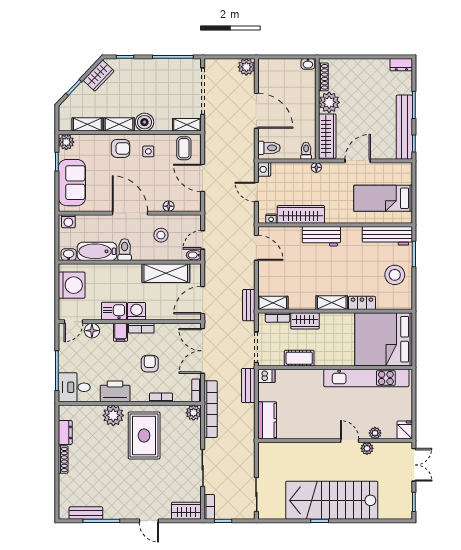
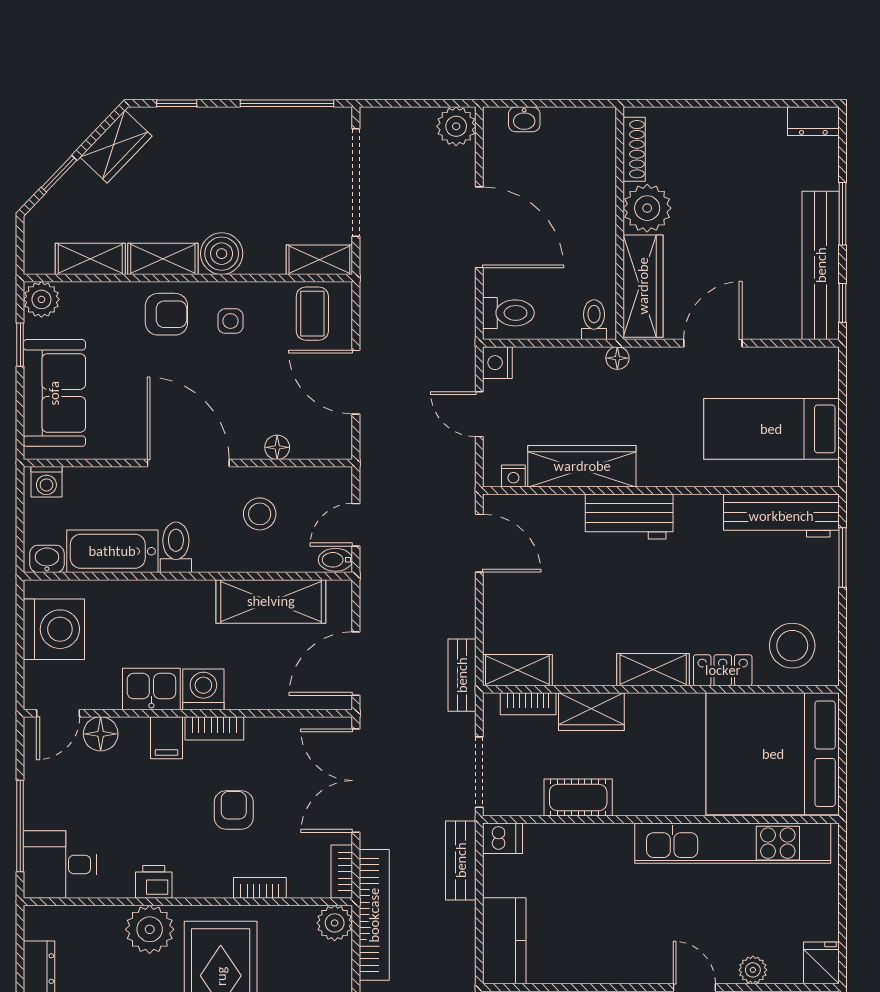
washbasin: (308, 64) -> (524, 119), moved
stool: (395, 275) -> (792, 646), moved
printer: (115, 391) -> (154, 882), width x0.53, depth x0.68

